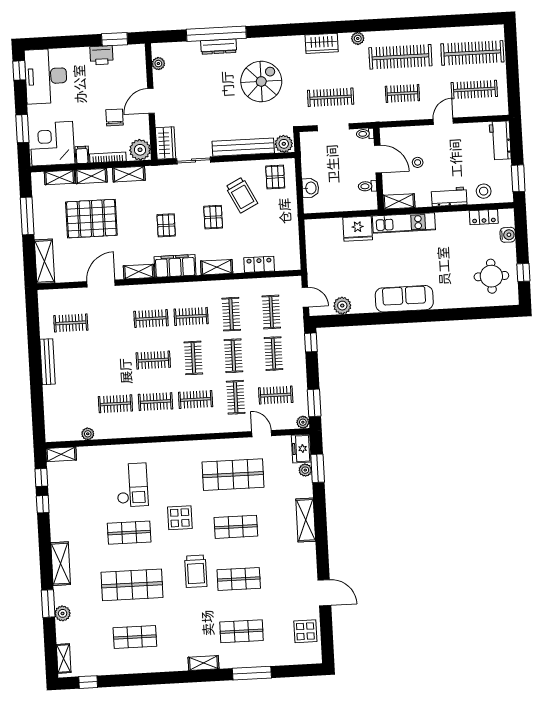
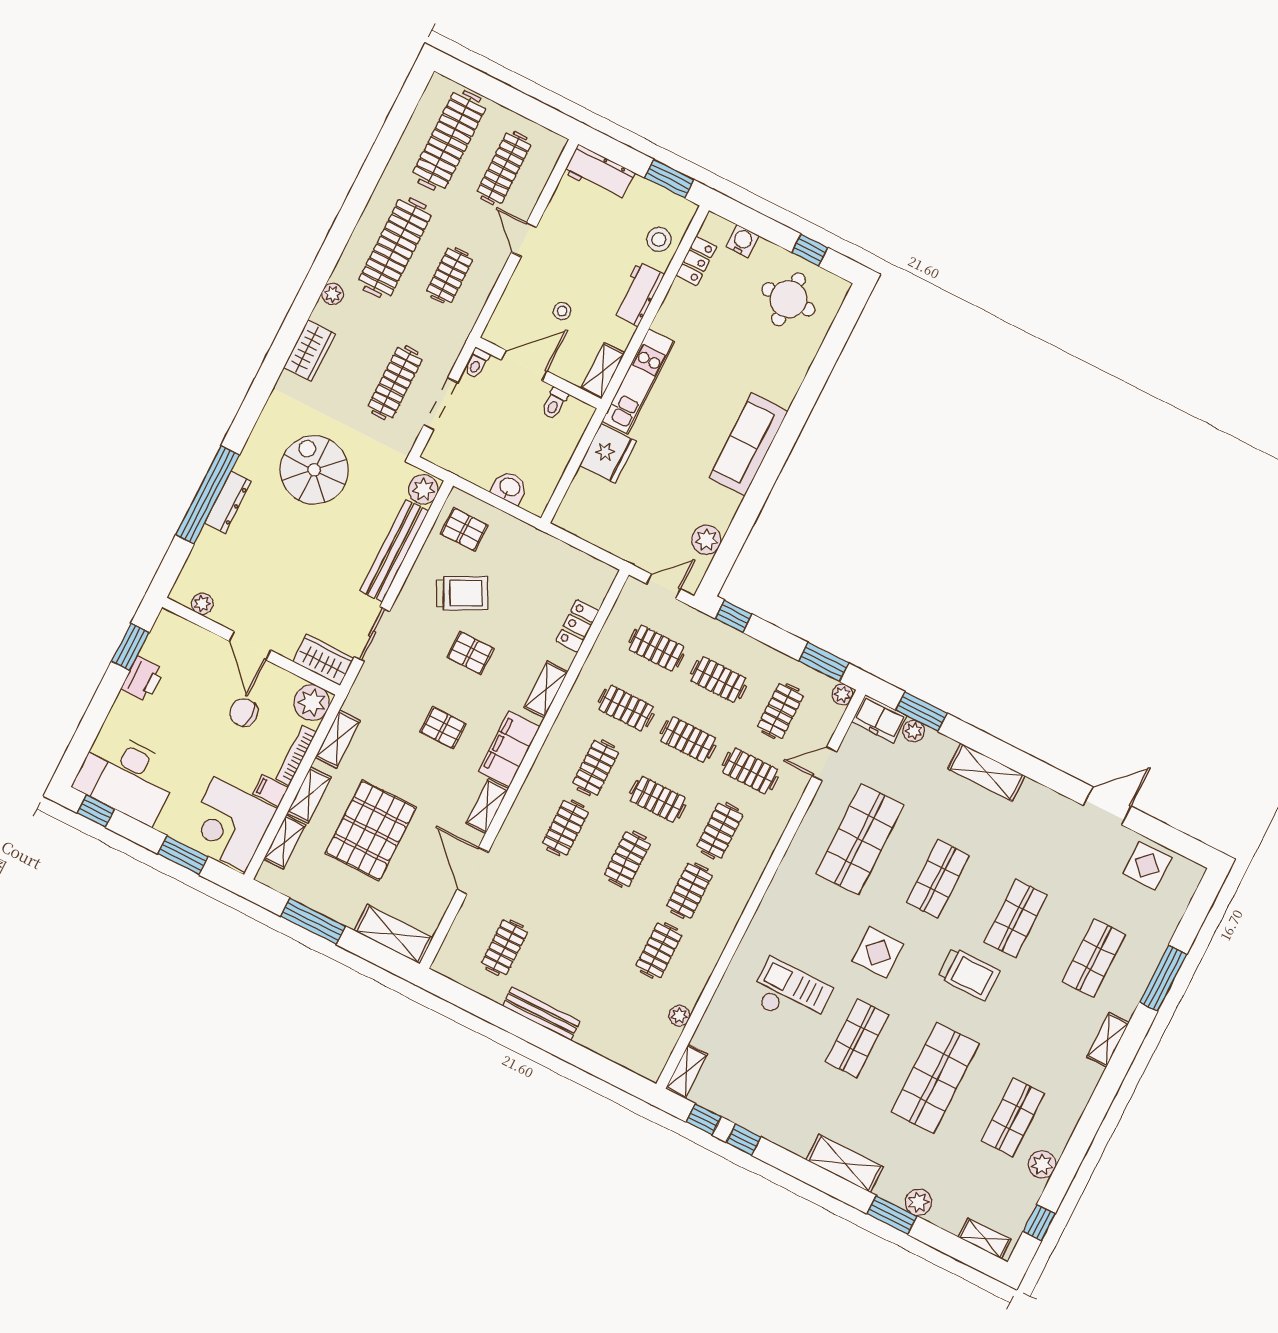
plant: (119, 666) -> (1042, 1164), added

